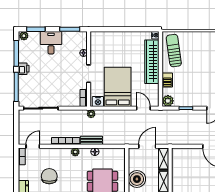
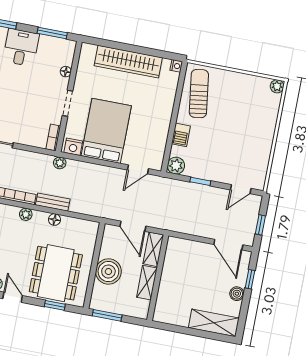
wardrobe: (152, 62) -> (128, 62), moved, turned -90
door: (143, 108) -> (138, 169), swing flipped
door: (147, 146) -> (133, 226), swing flipped

